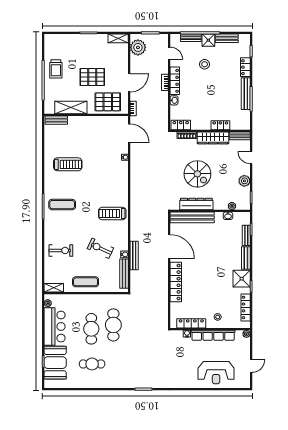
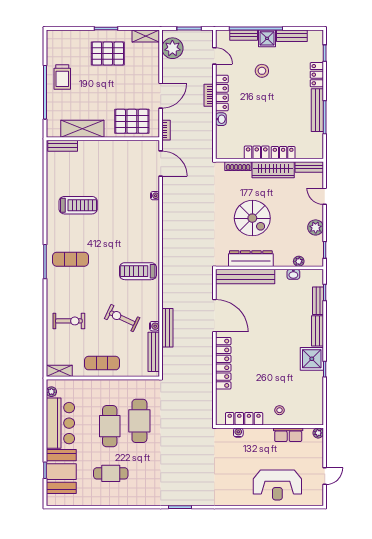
pallet: (92, 77) -> (108, 54), moved
locker: (181, 125) -> (257, 152), moved
locker: (246, 307) -> (317, 397), removed
row of seats: (213, 335) -> (288, 435), width x0.50

